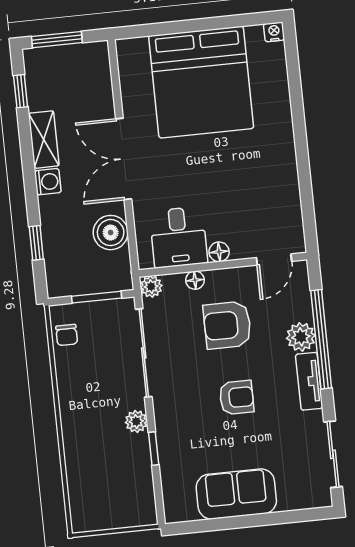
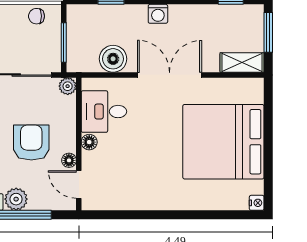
shelving: (44, 140) -> (242, 63), moved
floor lamp: (195, 280) -> (69, 160), moved

